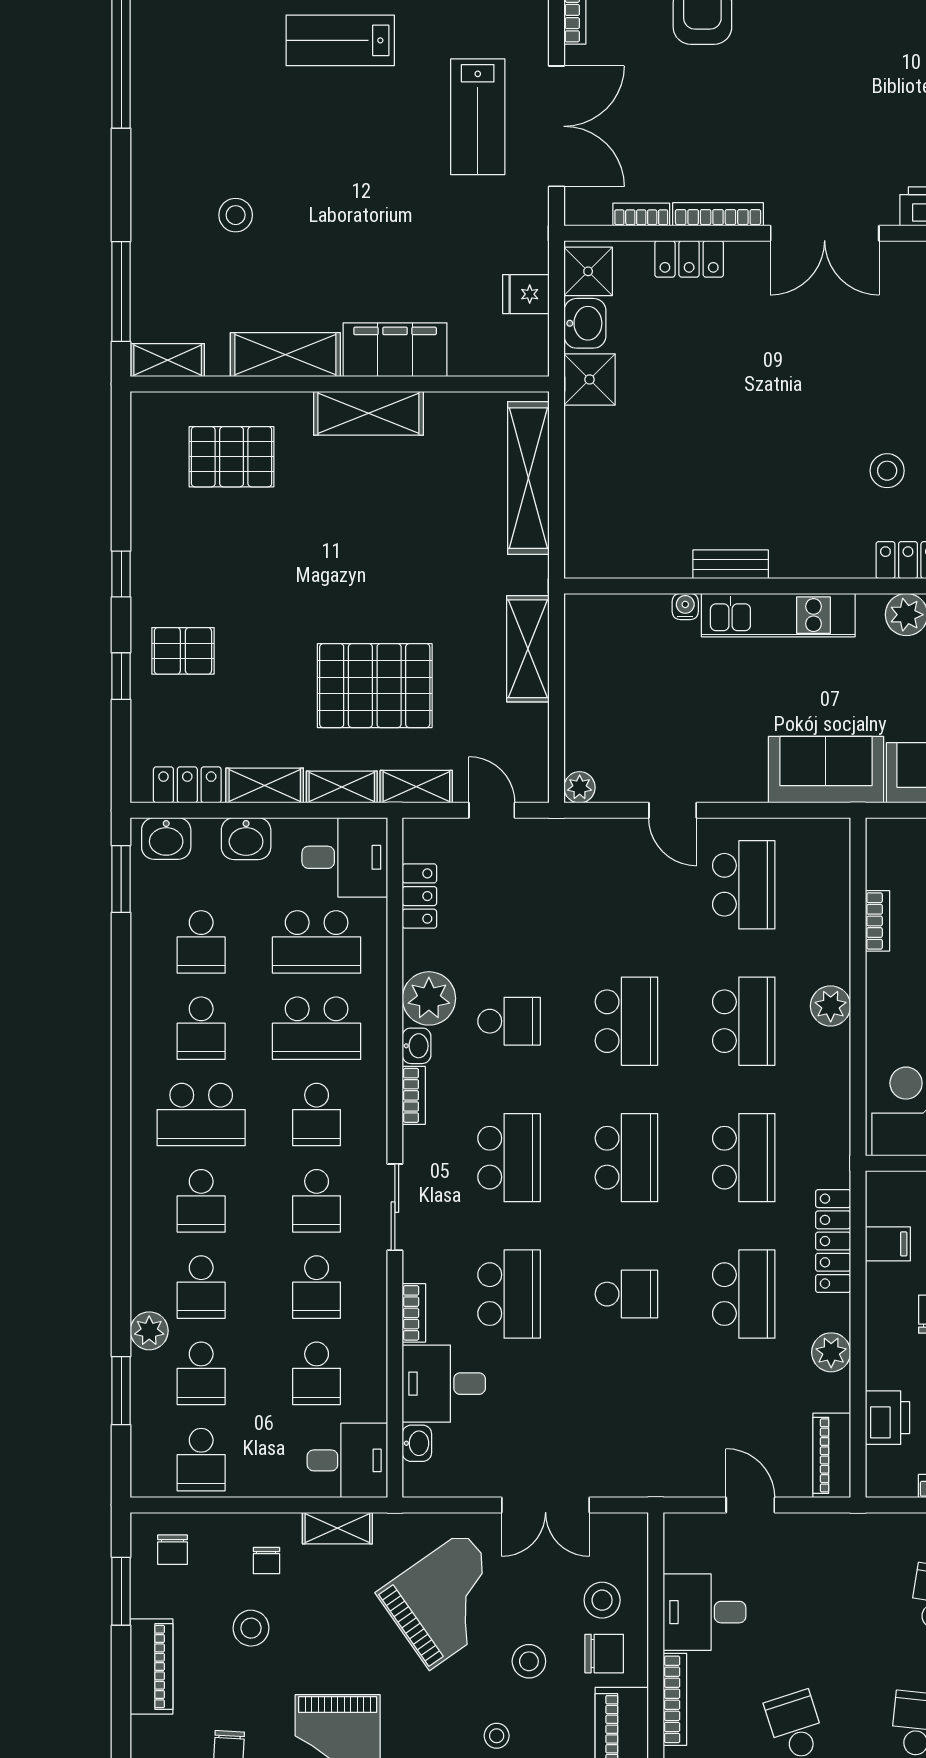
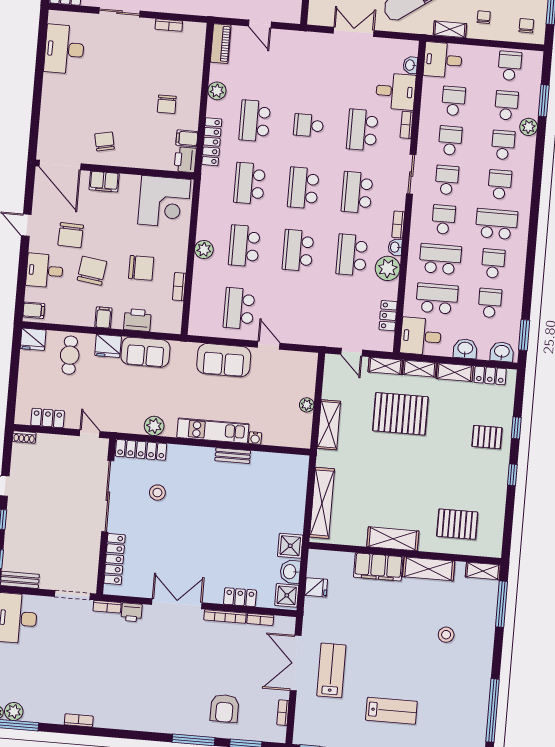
sofa: (826, 770) -> (224, 360), moved
plant: (580, 787) -> (307, 405), moved
school desk: (509, 1021) -> (352, 255), width x1.85
printer: (887, 1418) -> (185, 160), moved

